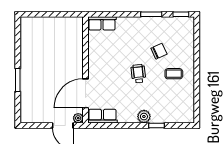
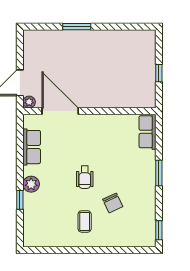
window: (55, 14) -> (159, 73), added
window: (151, 14) -> (159, 173), moved
wheelchair: (138, 74) -> (85, 177), turned 96
row of seats: (102, 116) -> (32, 147), moved

